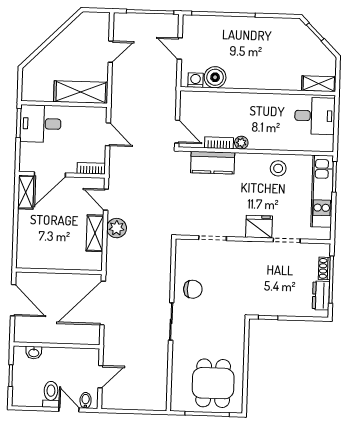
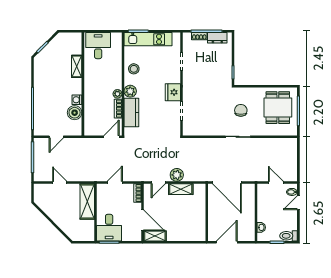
washing machine: (196, 80) -> (77, 100), moved
shelving: (319, 84) -> (77, 66), moved
plant: (245, 162) -> (130, 91), added
fridge: (259, 227) -> (173, 92), moved
chair: (193, 289) -> (241, 110), moved
dining table: (213, 383) -> (278, 108), turned 90
toilet: (51, 394) -> (289, 236), moved

